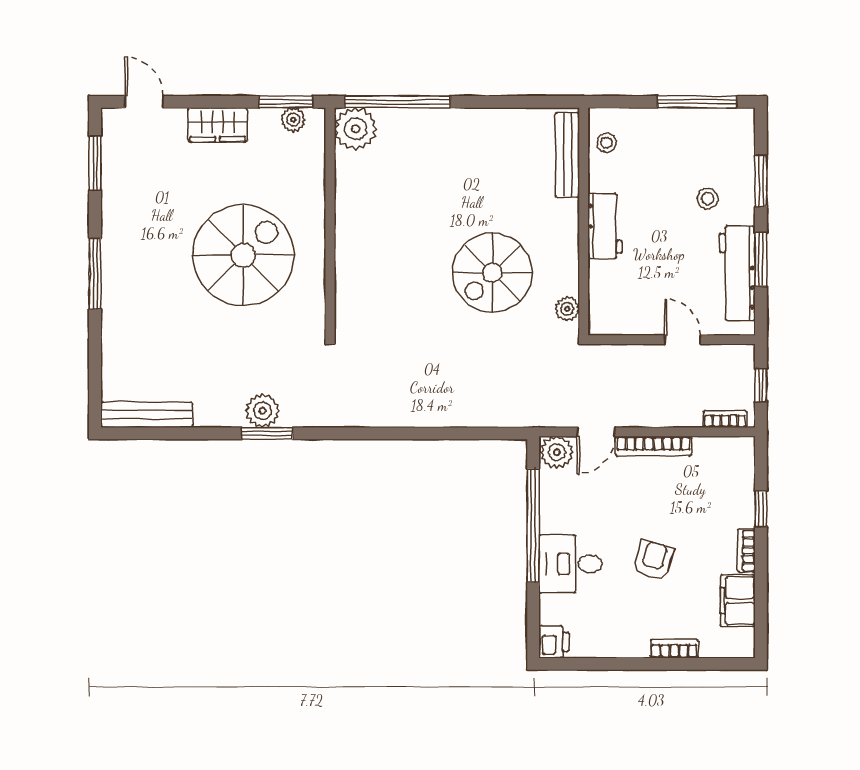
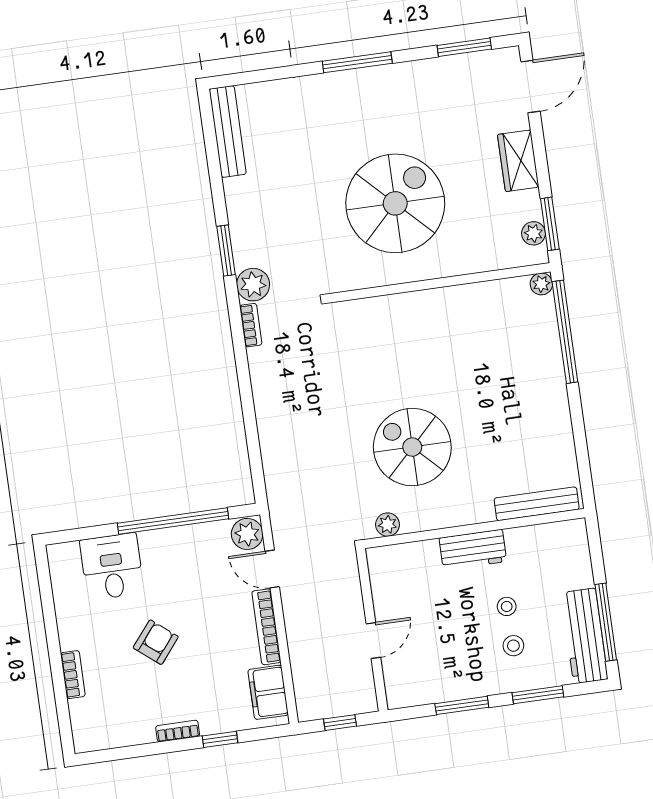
door: (144, 102) -> (530, 86), width x1.38
plant: (355, 129) -> (541, 284), width x0.53, depth x0.53
stool: (607, 143) -> (507, 606), moved
spiral stairs: (243, 255) -> (395, 203), turned -90
workbench: (737, 273) -> (584, 636), moved, turned -90
plant: (262, 411) -> (253, 285), moved
bookcase: (725, 419) -> (251, 325), moved
armchair: (653, 560) -> (156, 642), turned -67
desk: (571, 564) -> (112, 567), moved
filing cabinet: (738, 601) -> (268, 692), moved, turned -90
printer: (554, 642) -> (63, 557), removed

